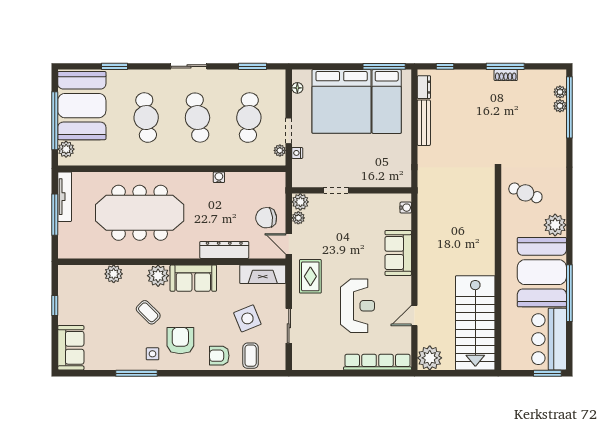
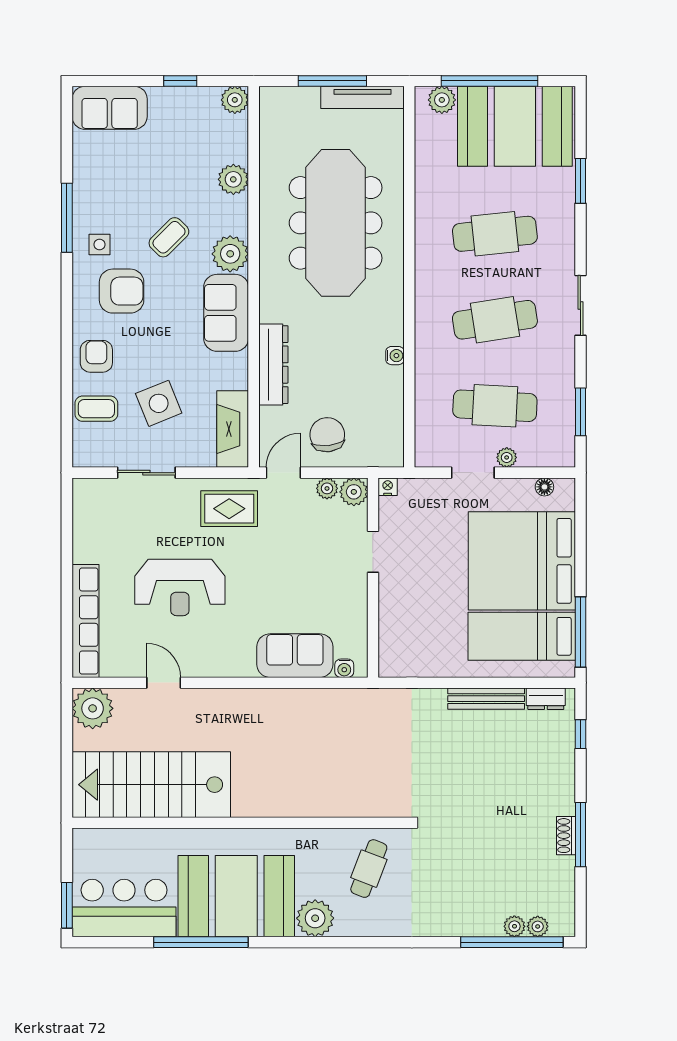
plant: (280, 150) -> (507, 457), moved
nightstand: (297, 153) -> (388, 487), moved
sofa: (398, 253) -> (295, 656), moved
plant: (66, 273) -> (235, 100), added

